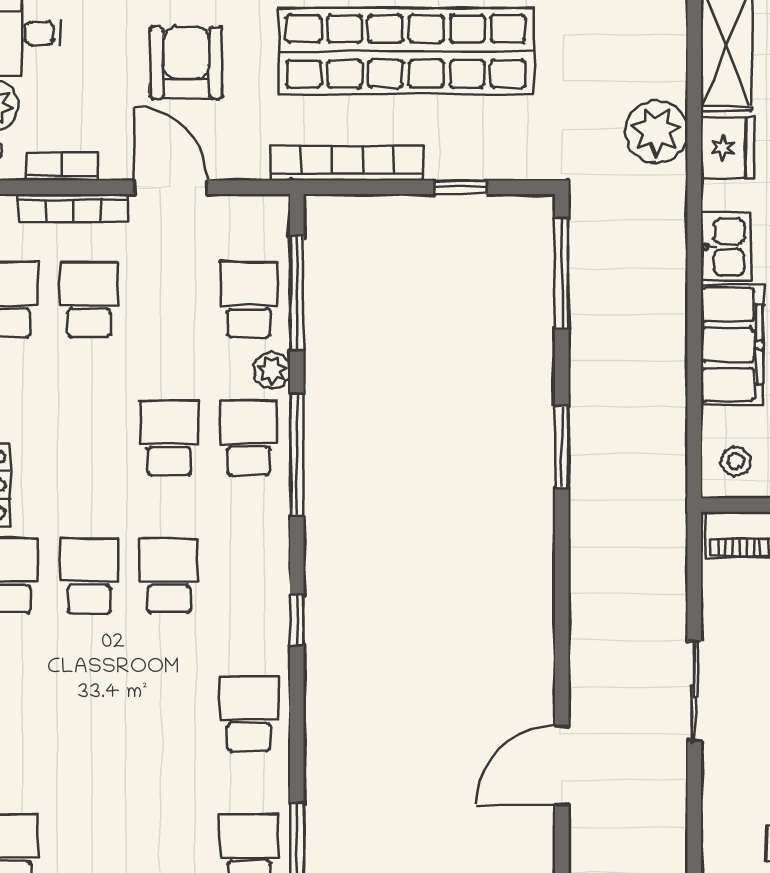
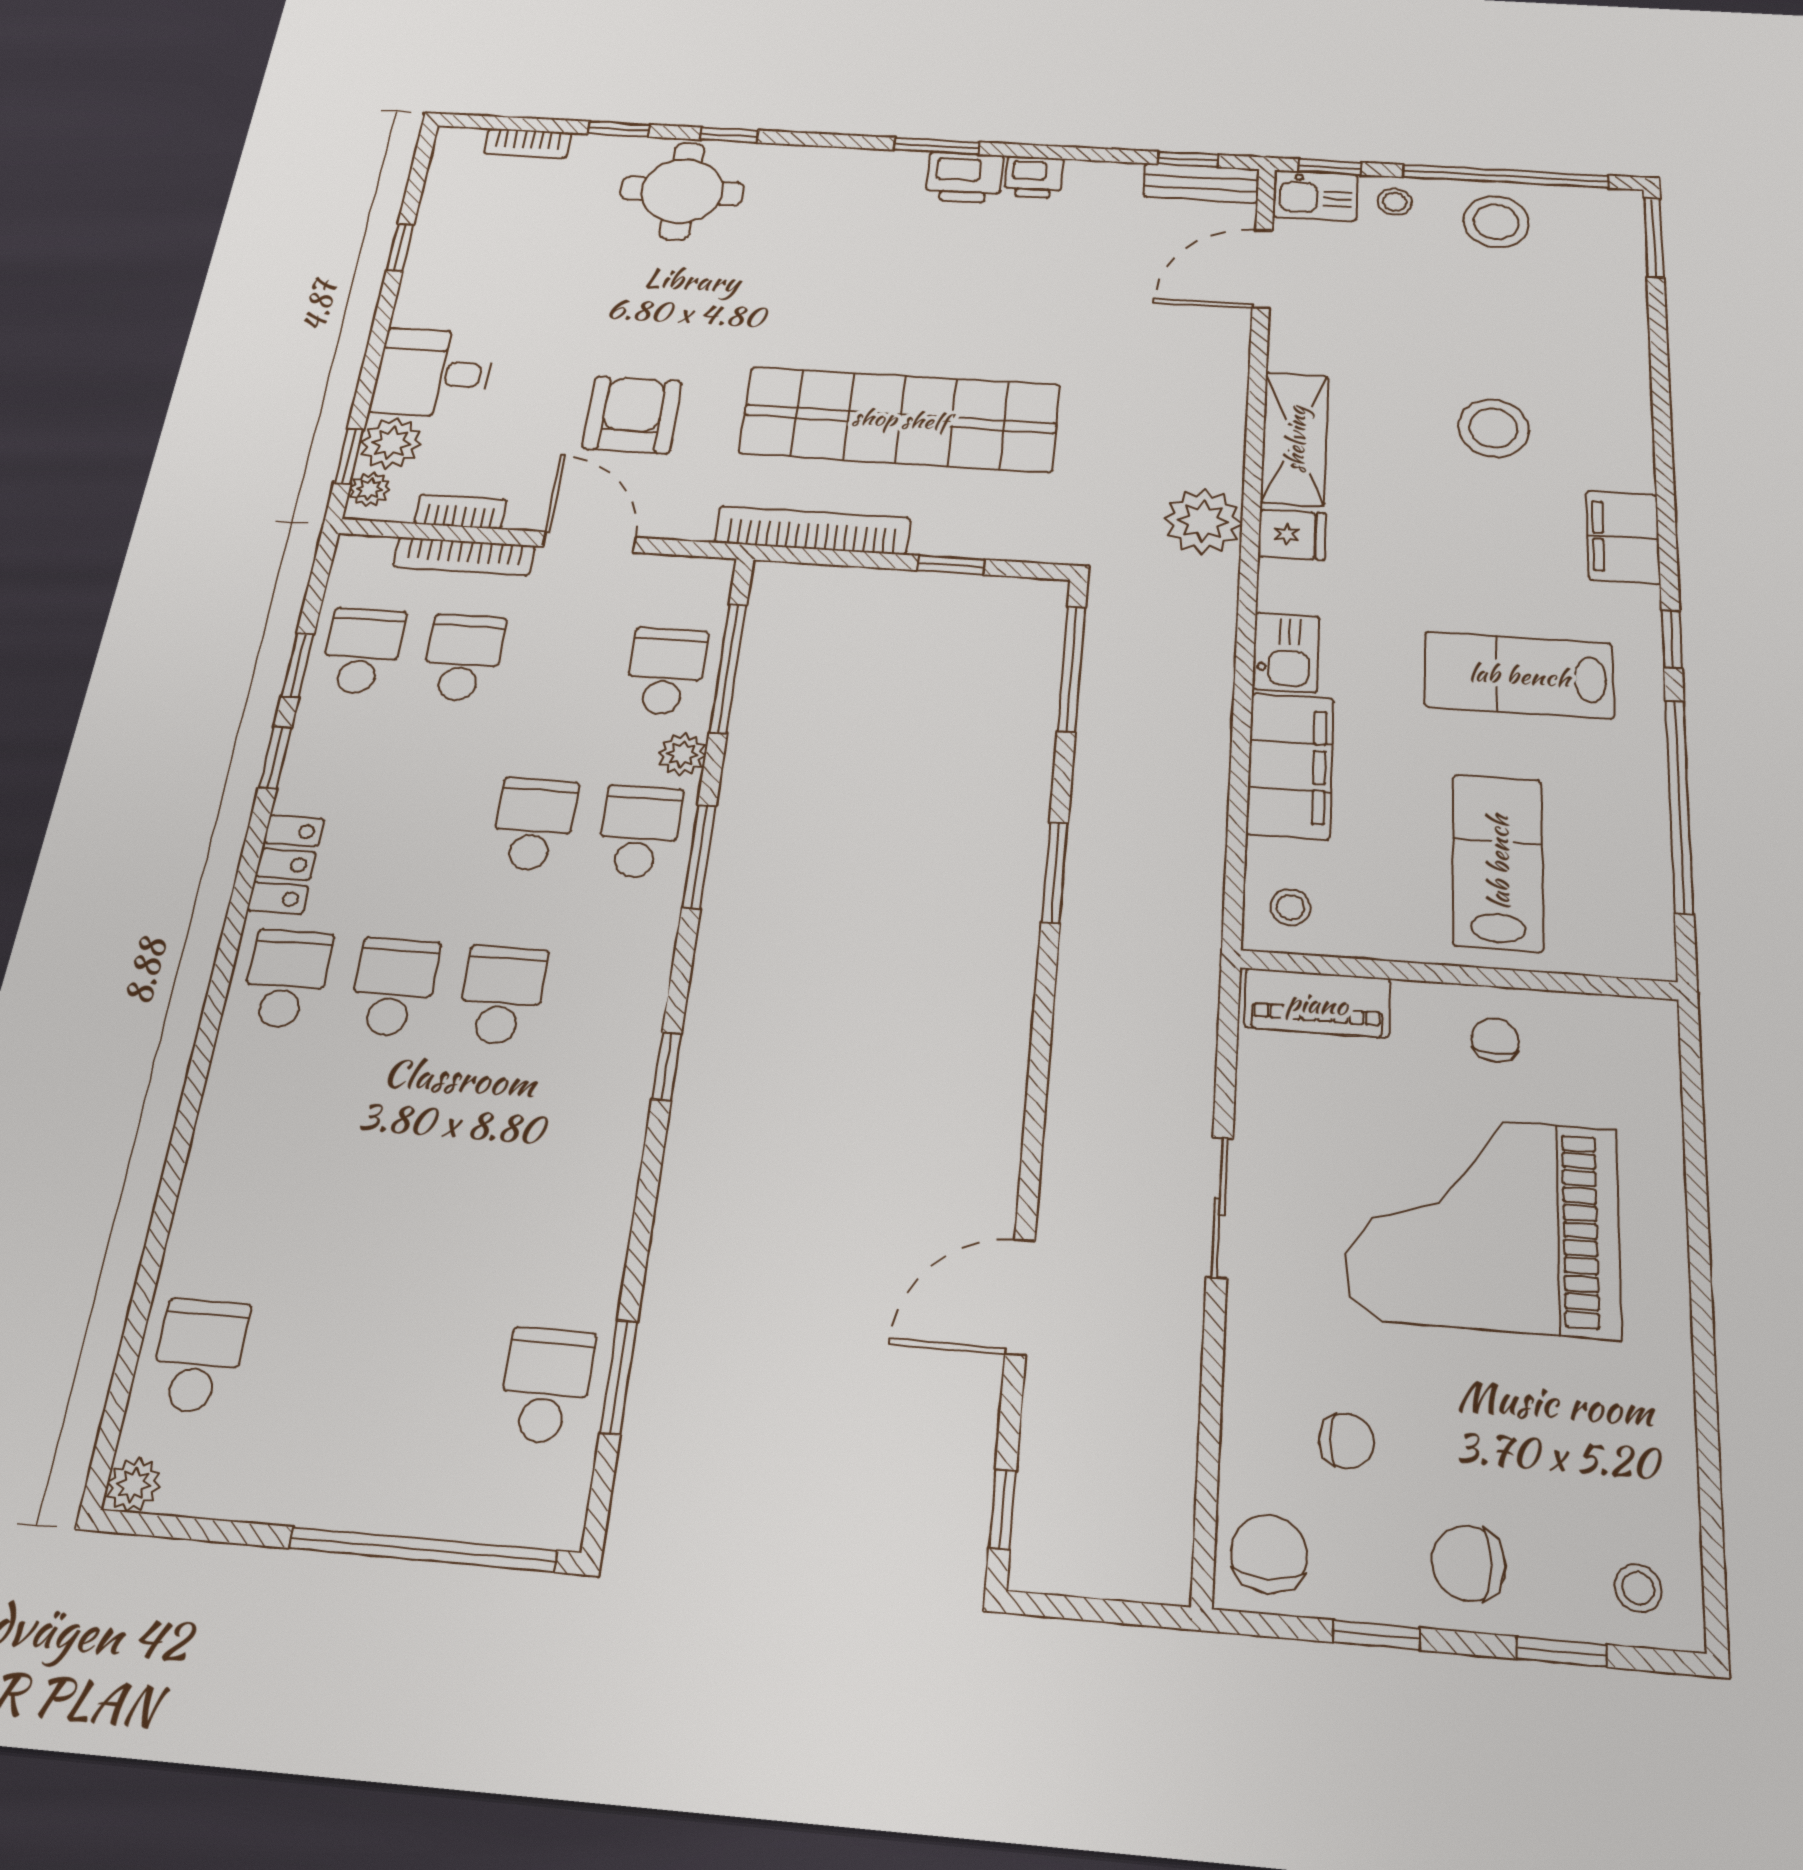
fridge: (727, 148) -> (1292, 535), width x0.72
window: (297, 454) -> (699, 856), width x0.69
school desk: (249, 714) -> (579, 1187), removed

